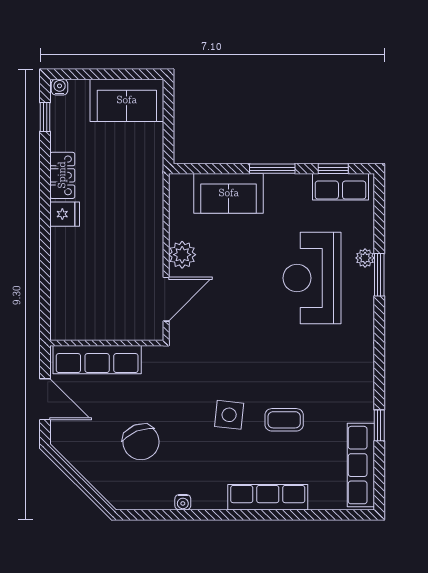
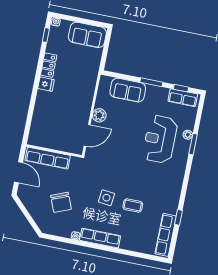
row of seats: (268, 497) -> (100, 238), moved

